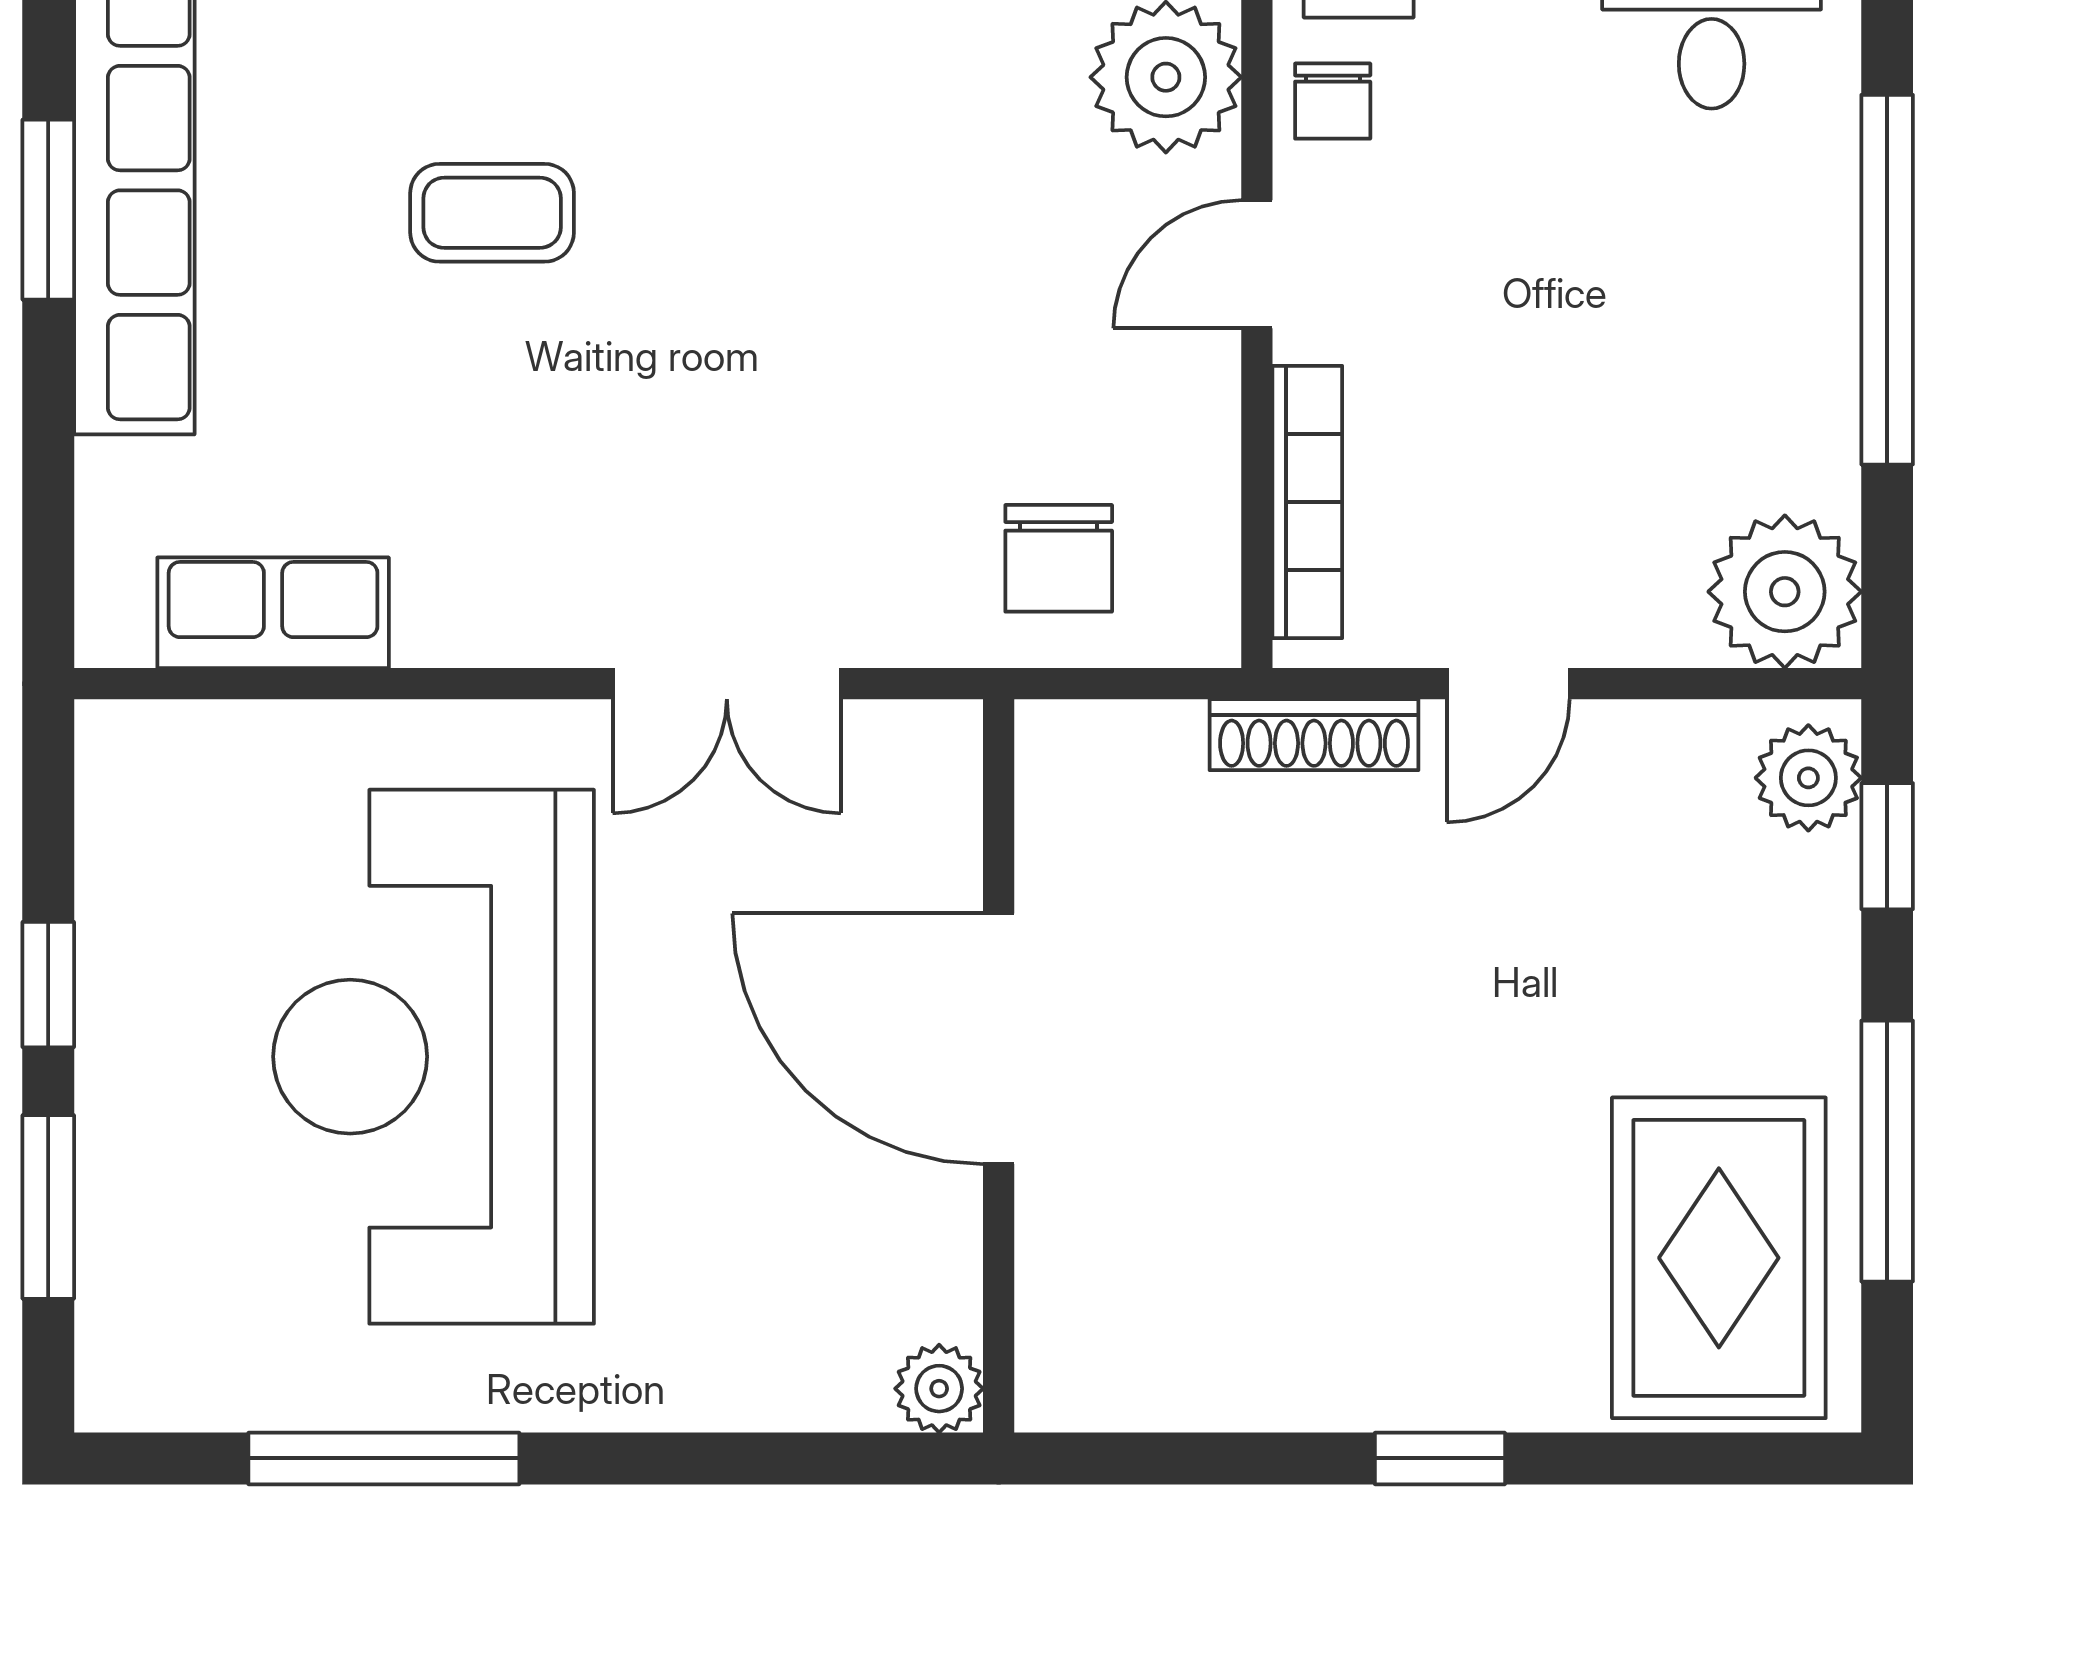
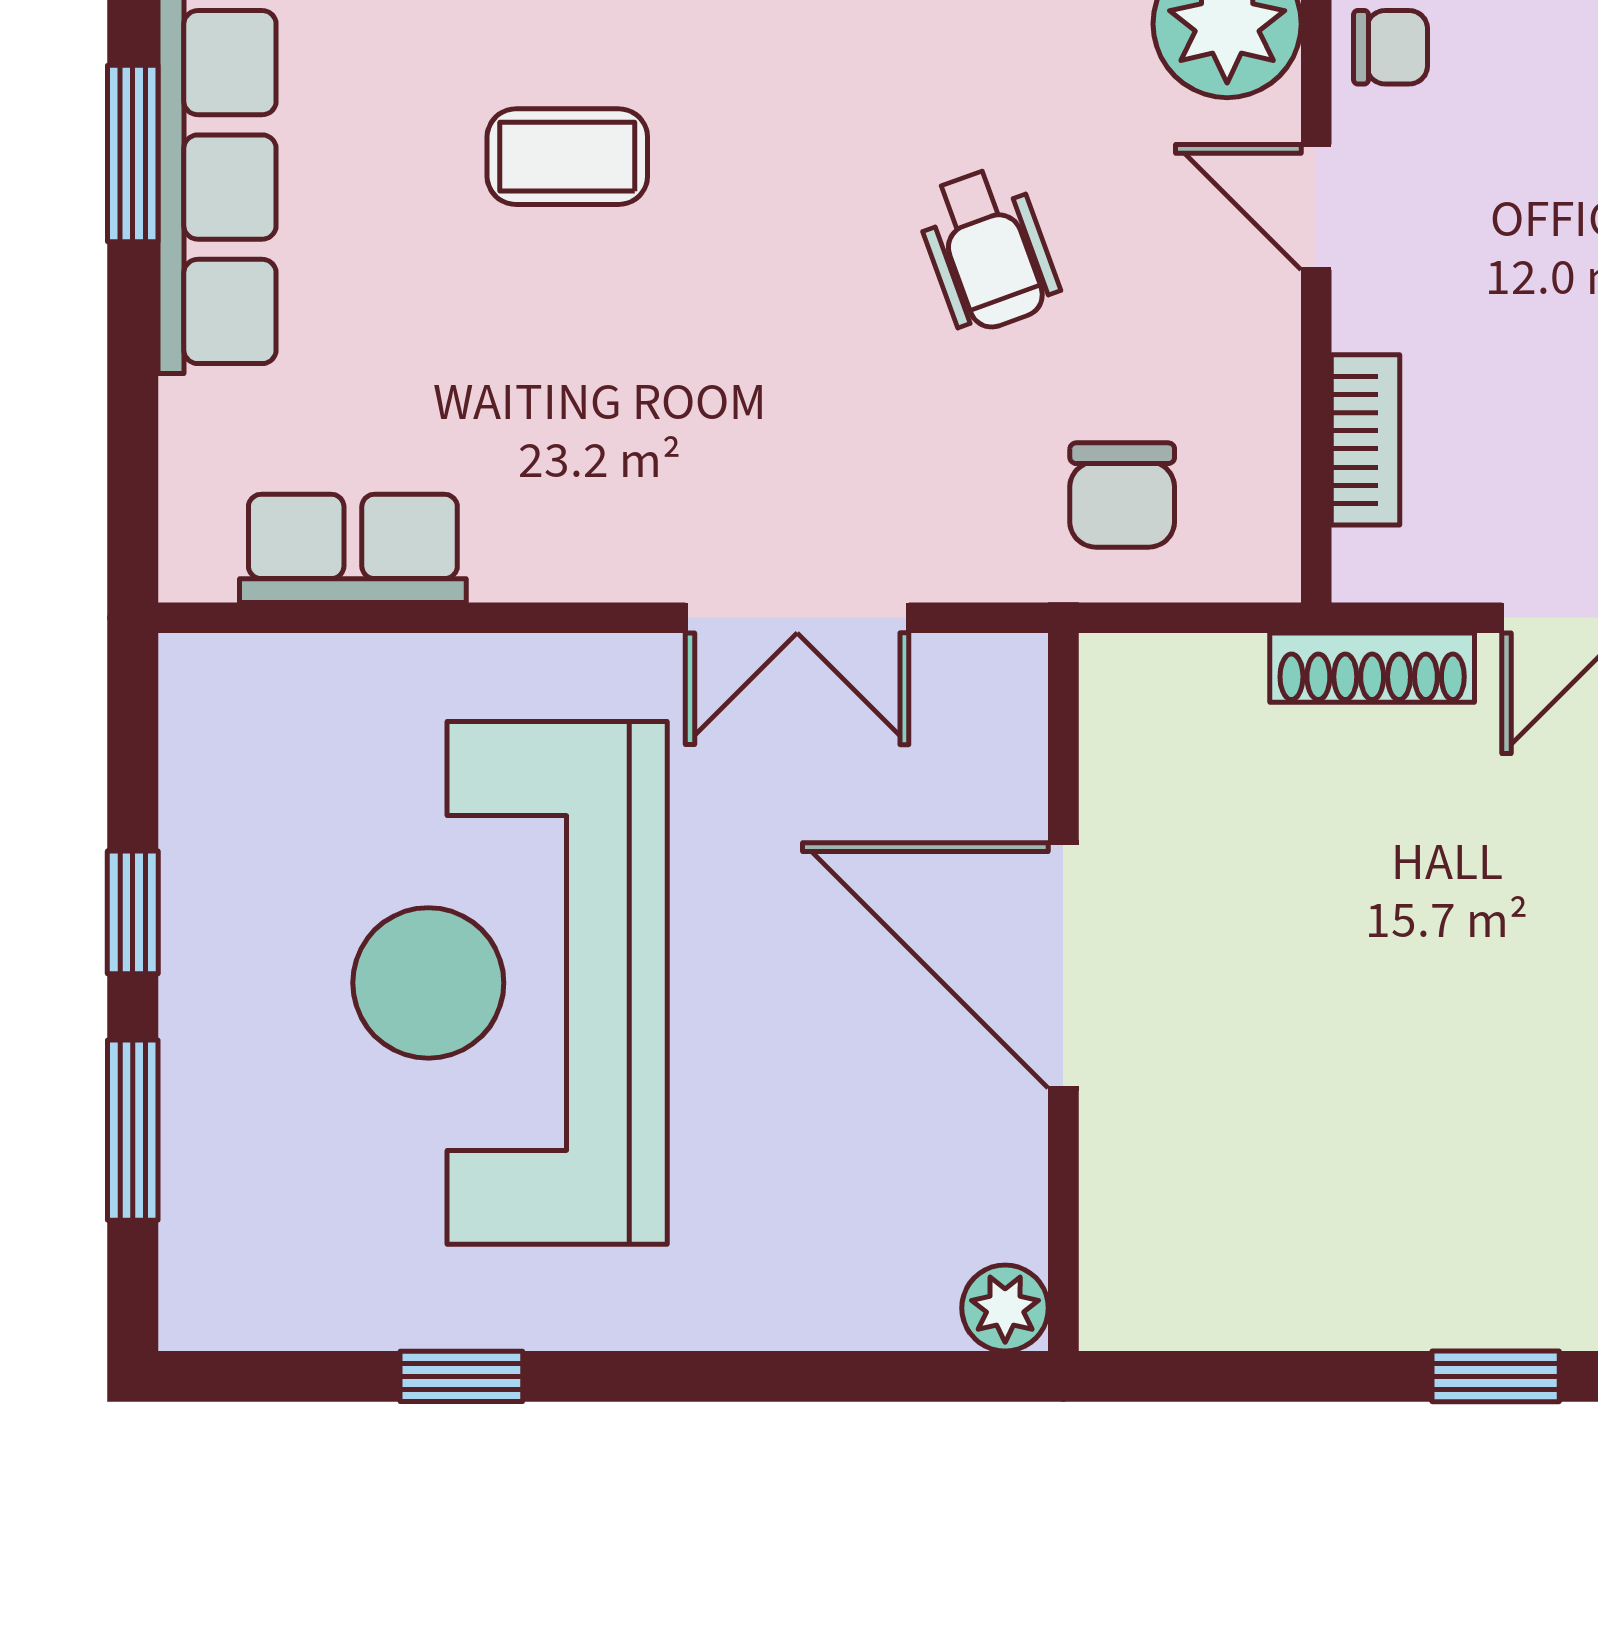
chair: (1333, 101) -> (1390, 47), turned -90
door: (1257, 264) -> (1316, 207), hinge flipped
wheelchair: (921, 308) -> (988, 250), added
bookcase: (1307, 502) -> (1366, 440), width x0.64
window: (384, 1458) -> (461, 1376), width x0.46

